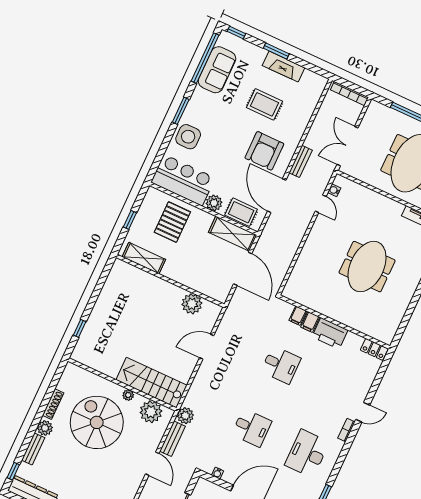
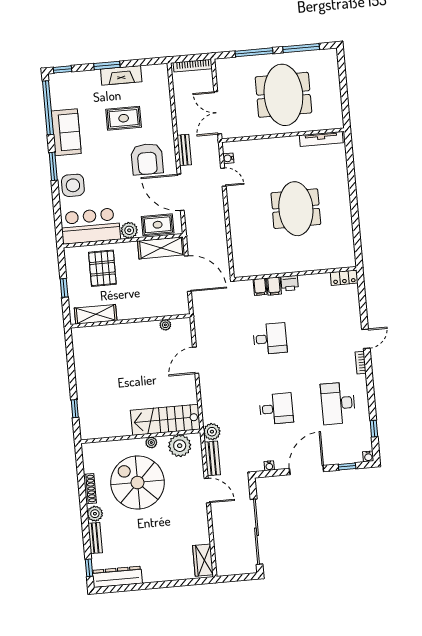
sofa: (217, 70) -> (66, 132), moved
plant: (192, 304) -> (165, 325), width x0.53, depth x0.53
printer: (330, 333) -> (290, 283), width x0.53, depth x0.68

